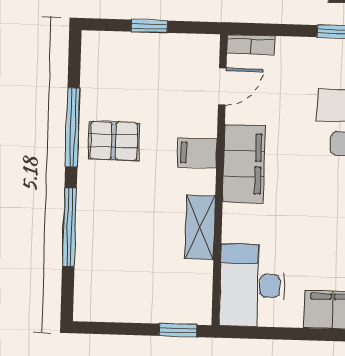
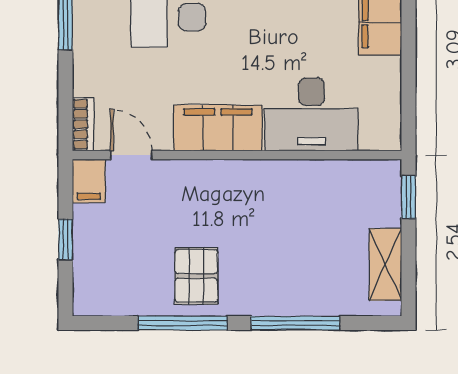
filing cabinet: (197, 153) -> (89, 181), moved
shelving: (200, 227) -> (385, 264), moved, turned 90
desk: (252, 285) -> (311, 114), moved

